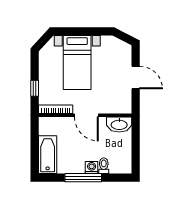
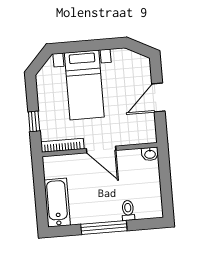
door: (136, 78) -> (158, 98), swing flipped
washbasin: (119, 124) -> (150, 154), width x0.52, depth x0.69
washing machine: (92, 168) -> (113, 214), removed

